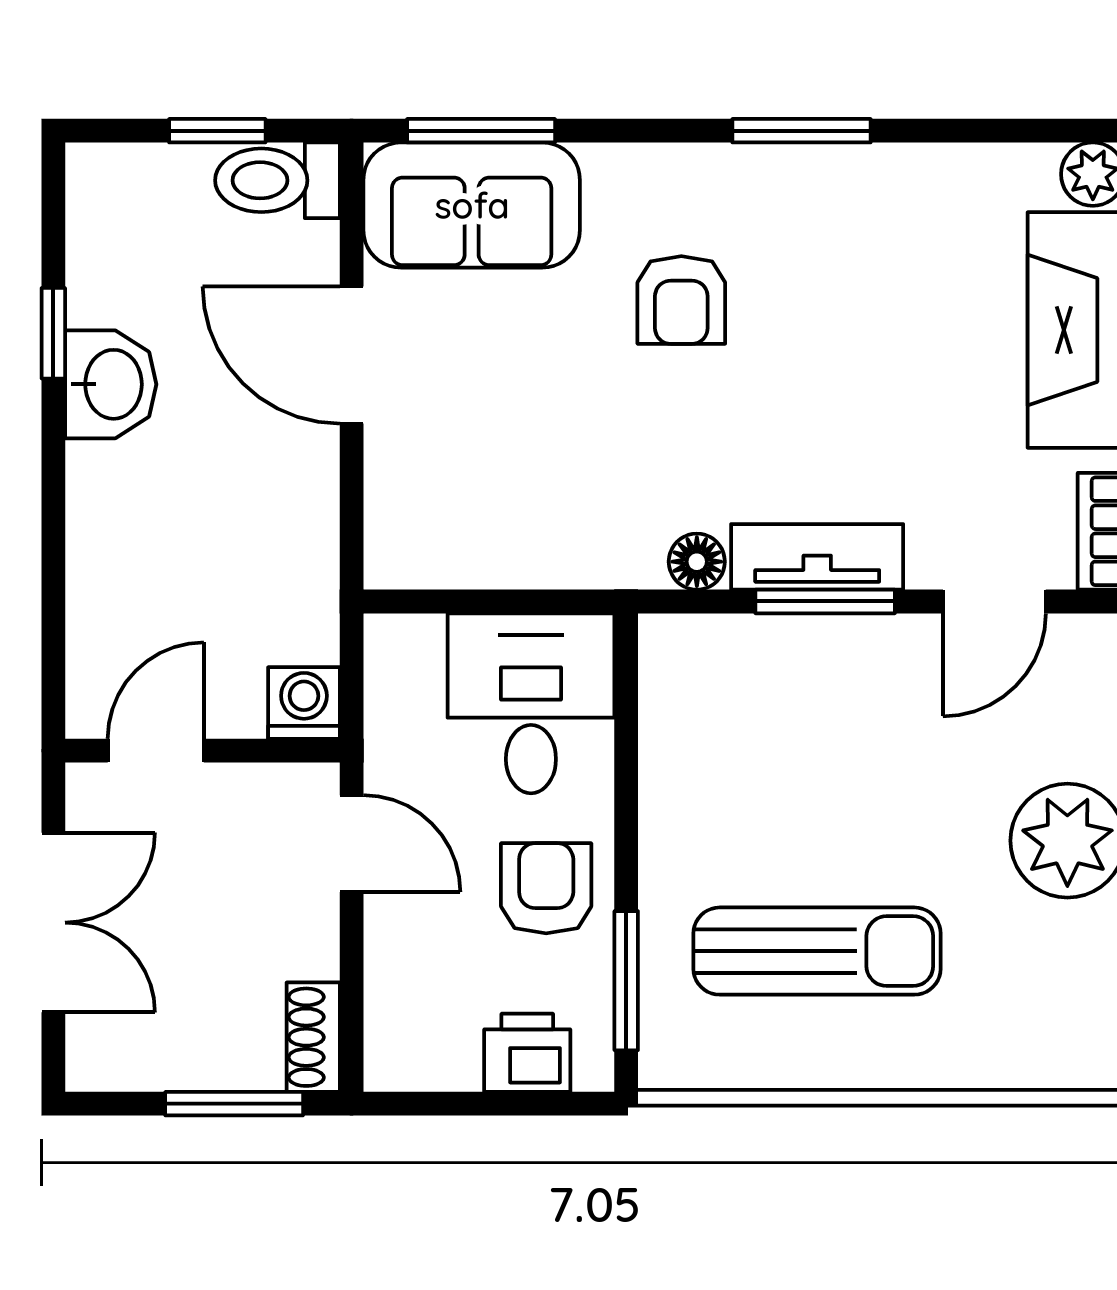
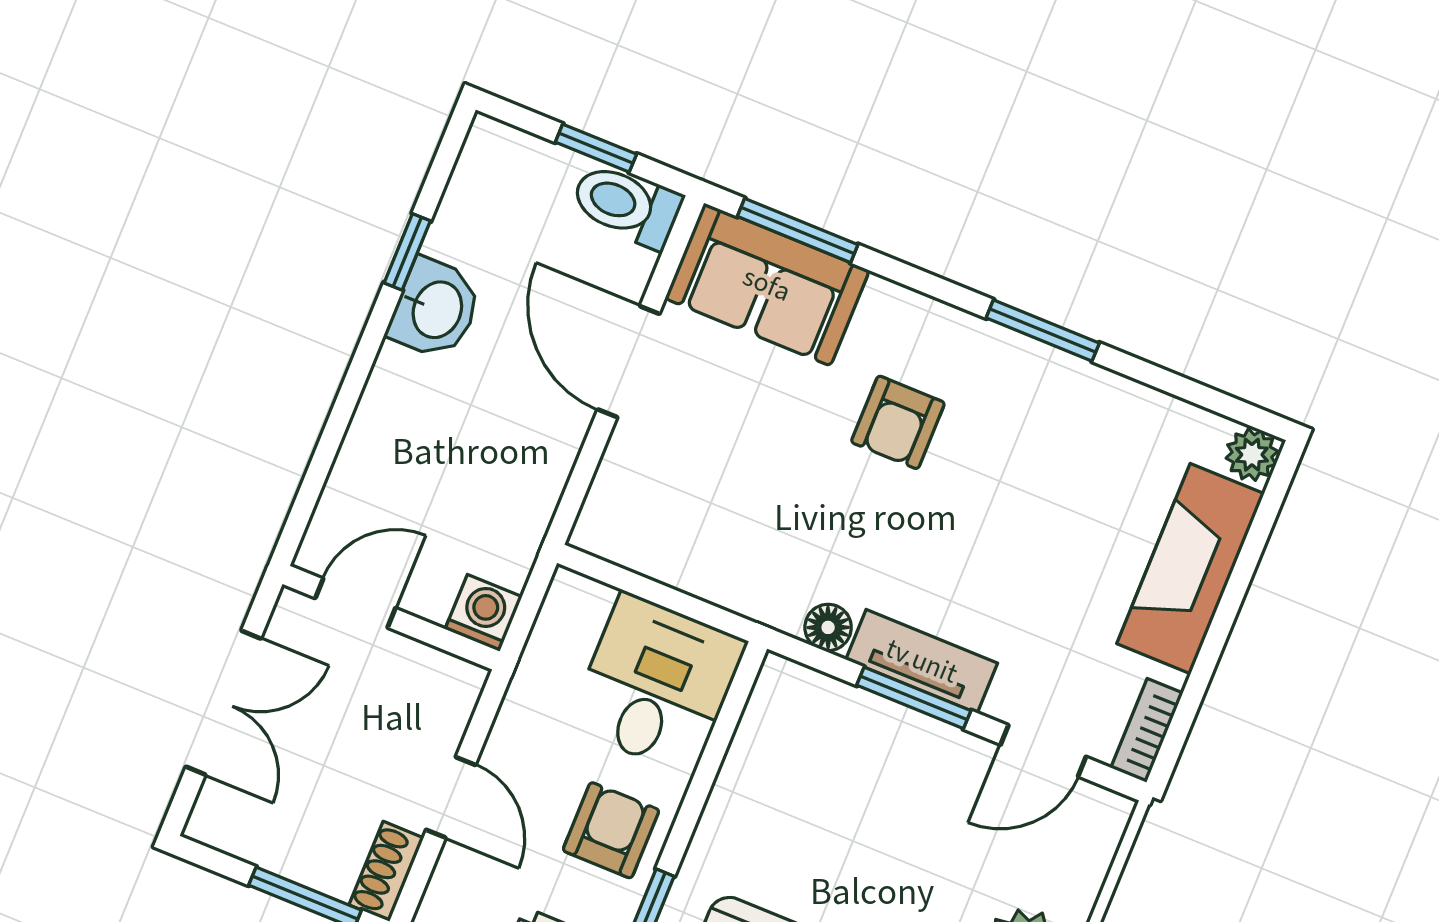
door: (352, 844) -> (451, 797), moved

